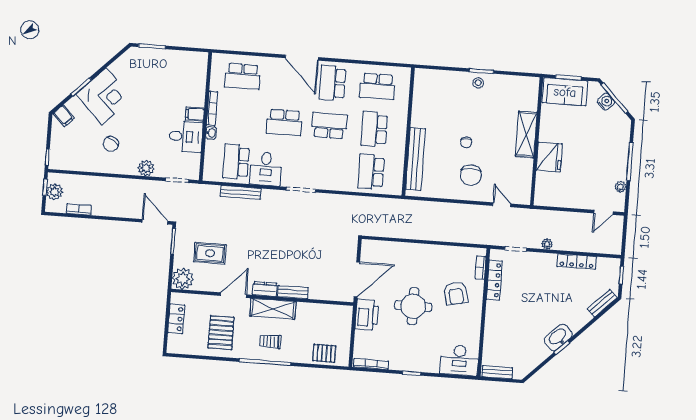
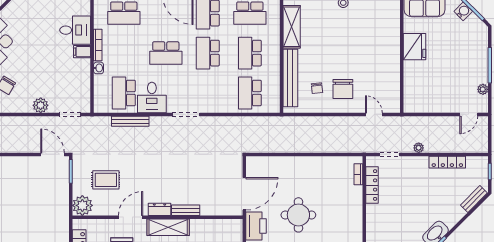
school desk: (329, 126) -> (208, 53), turned -90
shelving: (526, 134) -> (292, 27), moved
desk: (186, 137) -> (75, 30), moved
chair: (466, 142) -> (317, 88), moved
fridge: (549, 157) -> (414, 47), moved
armchair: (456, 293) -> (337, 200), removed

